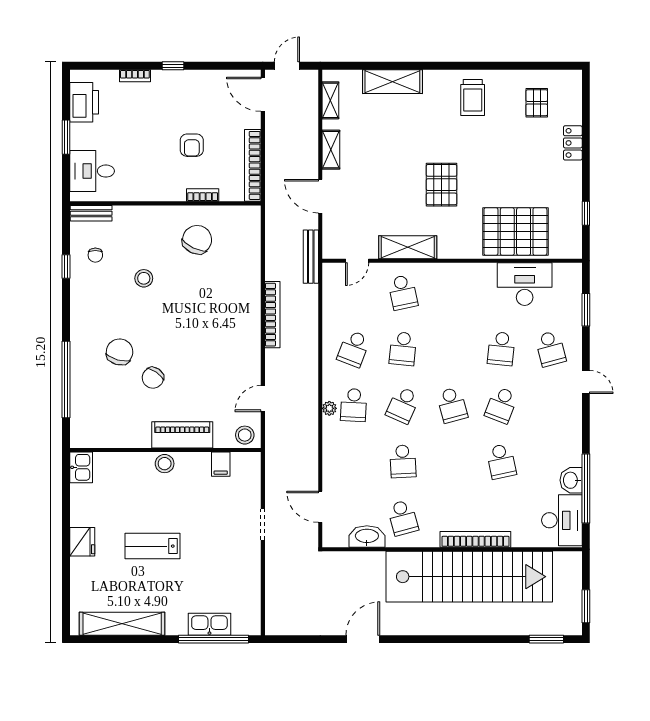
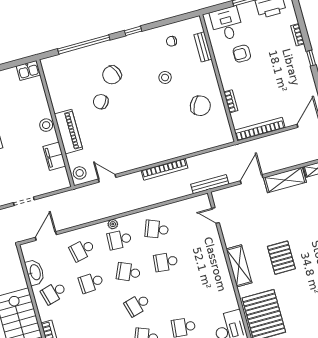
armchair: (192, 145) -> (242, 54), moved
shelving: (331, 150) -> (285, 180), width x1.50, depth x1.33
pallet: (442, 185) -> (281, 258), turned 90
bench: (91, 213) -> (203, 47), moved
shelving: (408, 247) -> (239, 266), moved
window: (66, 266) -> (133, 31), moved
school desk: (403, 292) -> (82, 250), moved
chair: (120, 352) -> (112, 75), turned 140
filing cabinet: (221, 464) -> (54, 156), width x2.00

